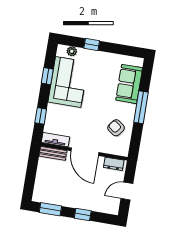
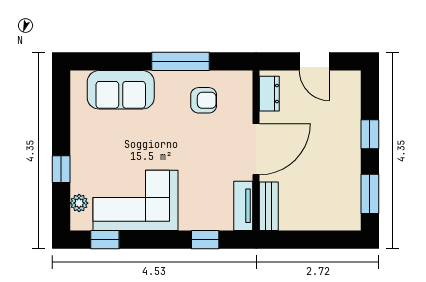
window: (47, 76) -> (105, 240), moved
window: (141, 107) -> (181, 61), moved
armchair: (116, 128) -> (204, 100), turned -127

